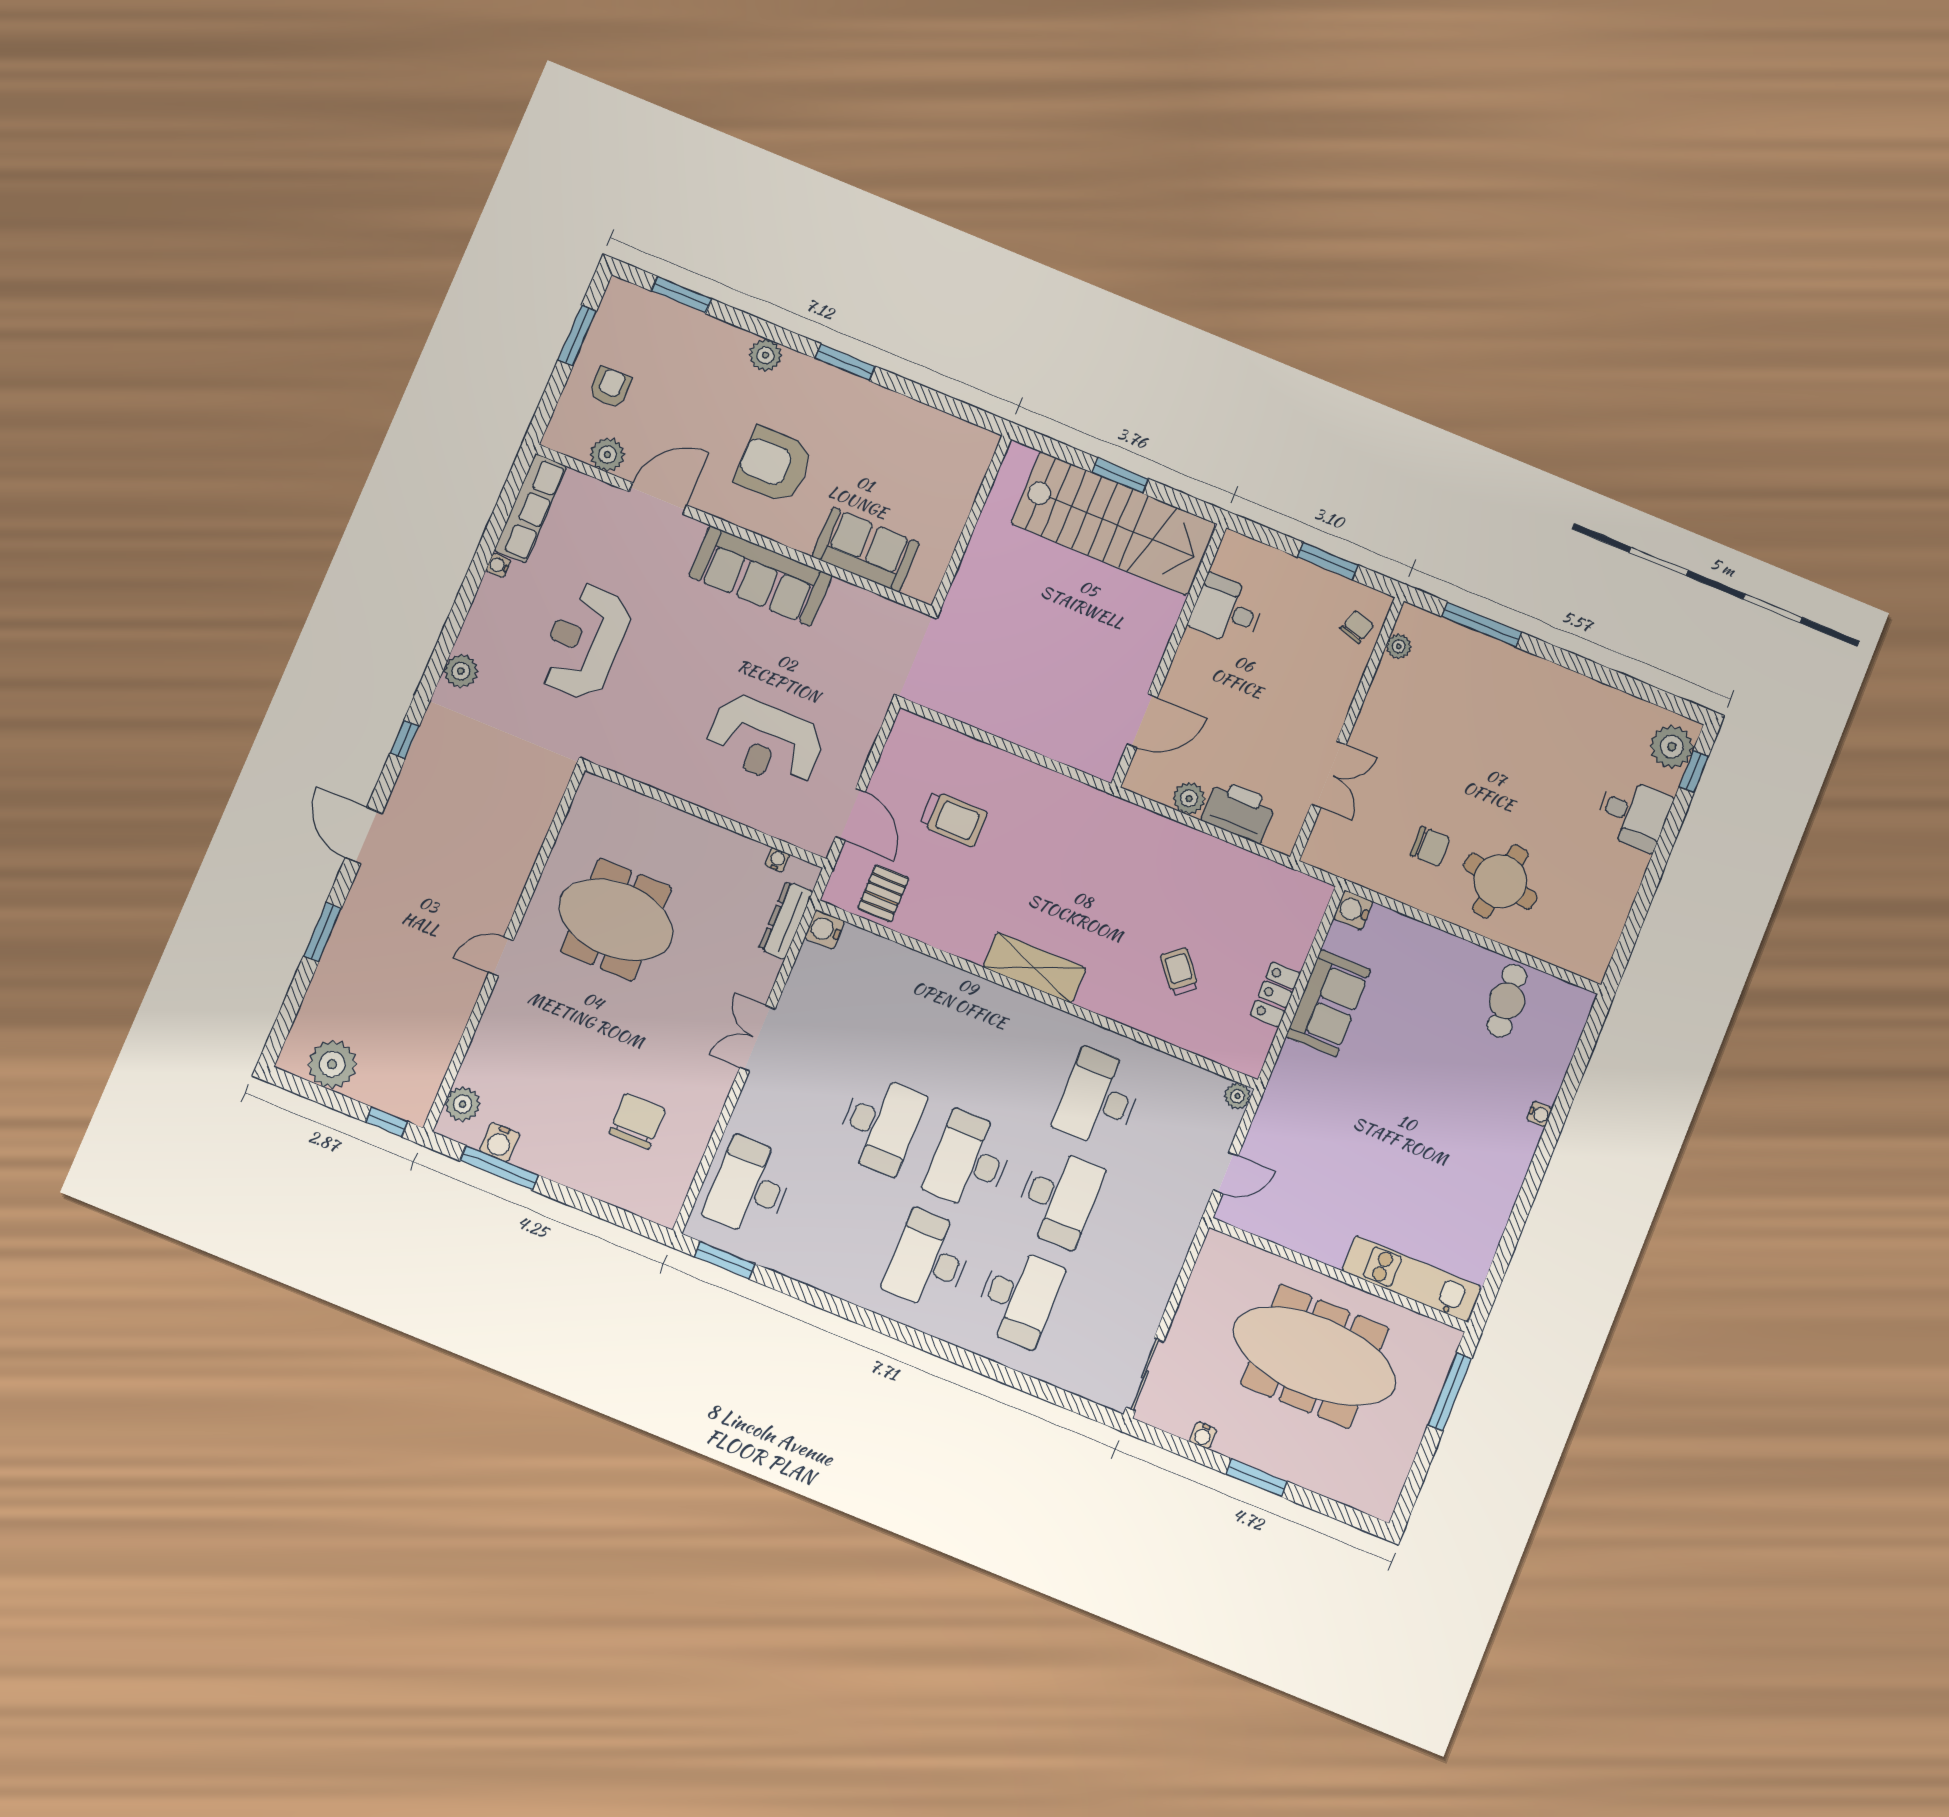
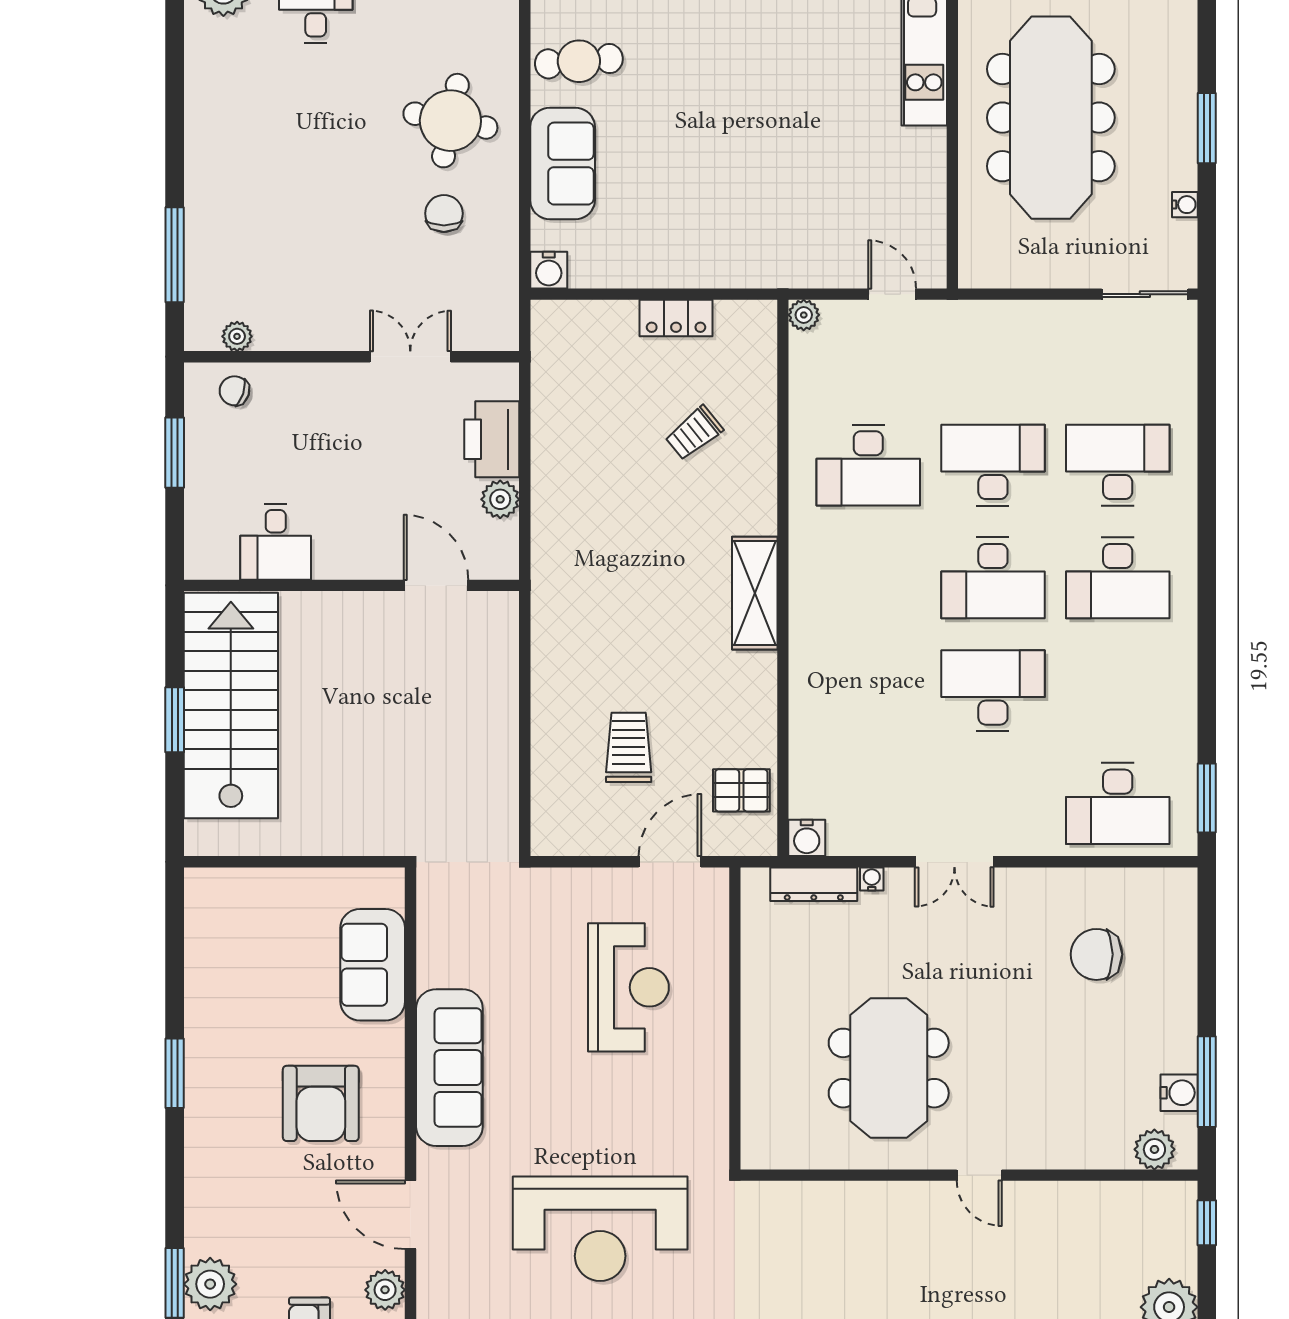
plant: (766, 355) -> (210, 1284), moved, width x1.36, depth x1.36
reception desk: (585, 641) -> (600, 1229), width x1.36, depth x1.30
water cooler: (777, 860) -> (872, 879), moved, turned 90
sofa: (1328, 1003) -> (563, 164), moved, turned 90

